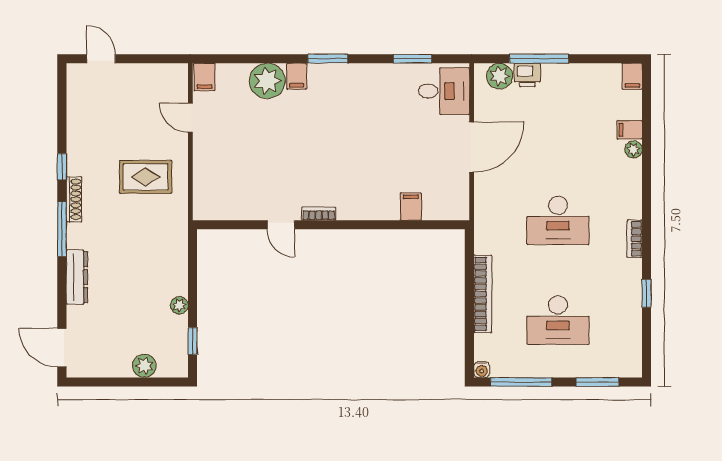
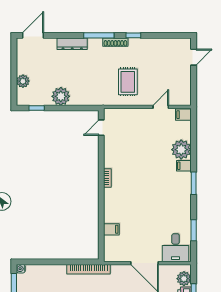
door: (281, 225) -> (101, 128), moved
bookcase: (483, 294) -> (89, 269), moved
plant: (179, 305) -> (61, 96), width x1.88, depth x1.88

